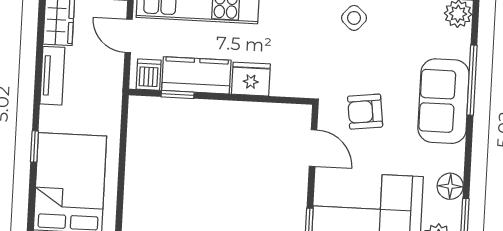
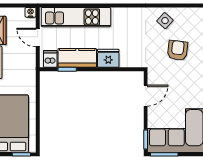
armchair: (365, 112) -> (178, 50), moved, turned 104
door: (313, 148) -> (146, 96), hinge flipped

